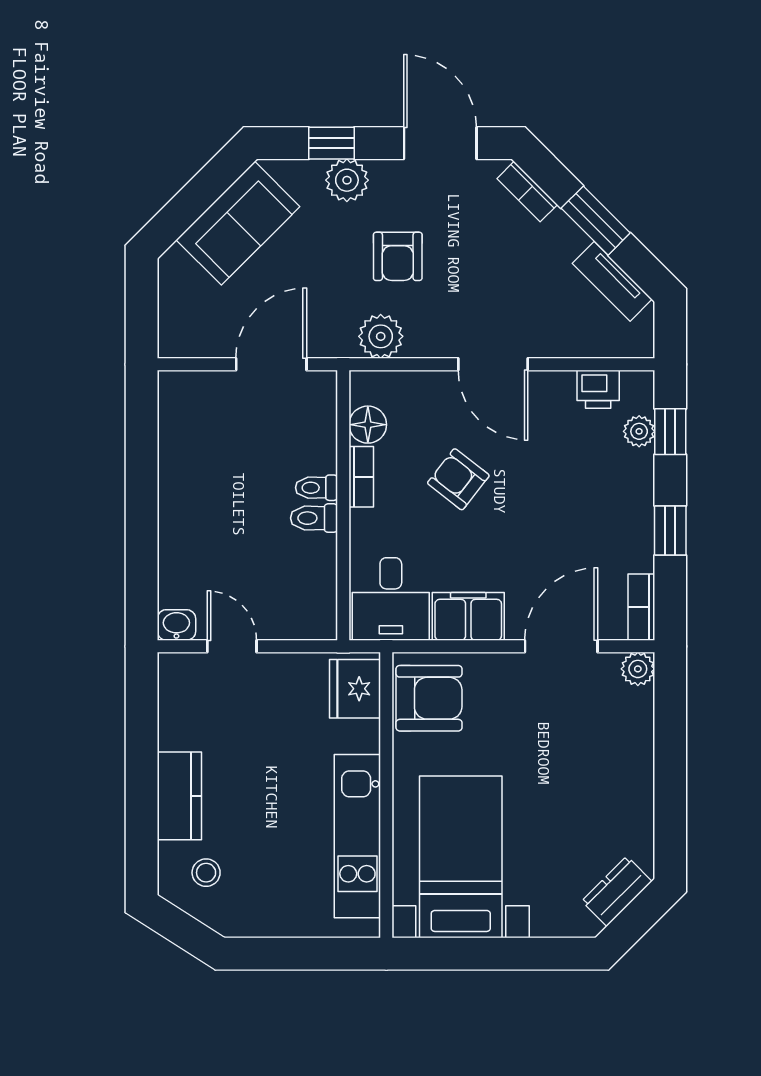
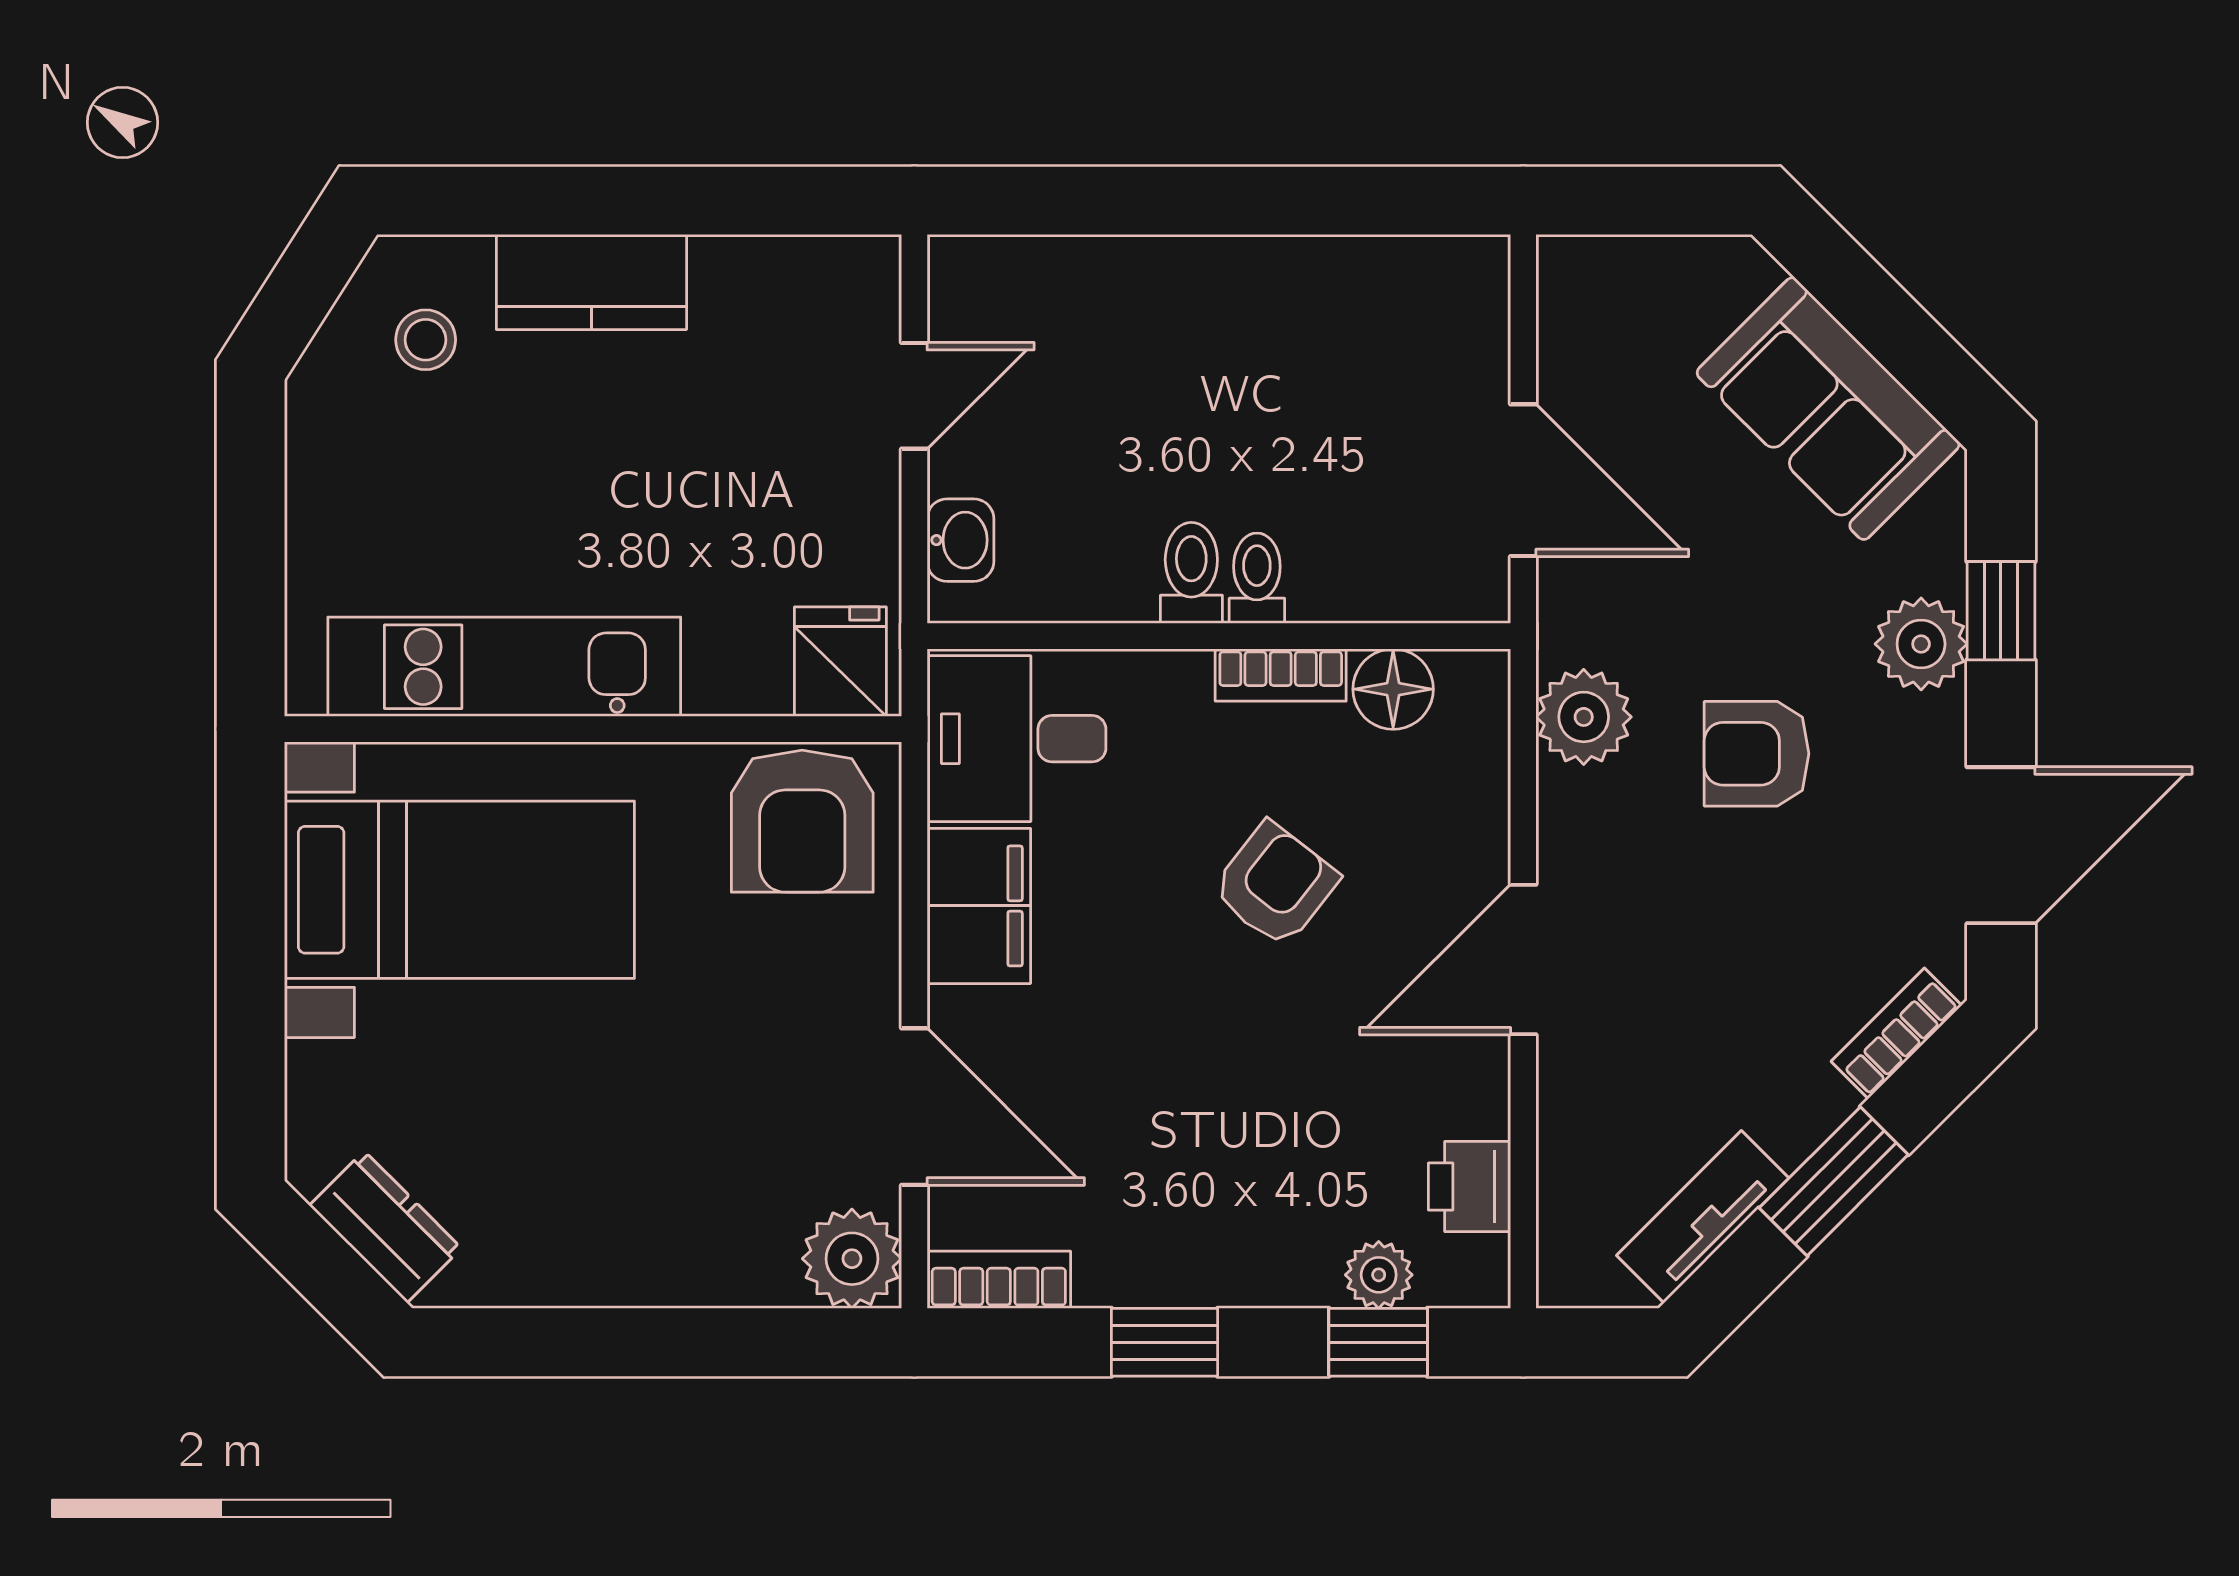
washbasin: (176, 625) -> (960, 540), moved
plant: (638, 669) -> (852, 1259), width x1.38, depth x1.38
fridge: (355, 689) -> (840, 662), width x0.72

